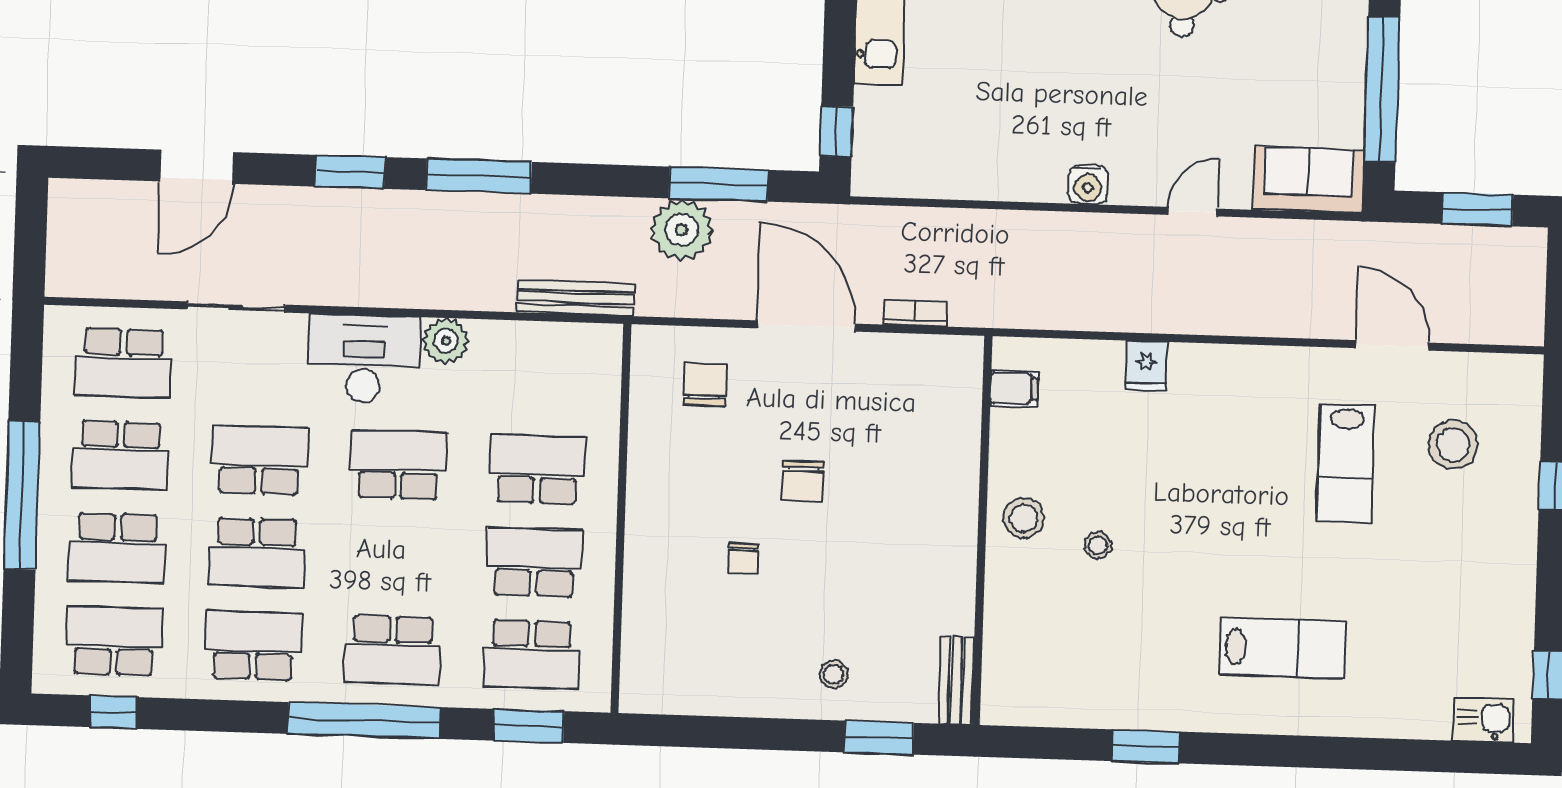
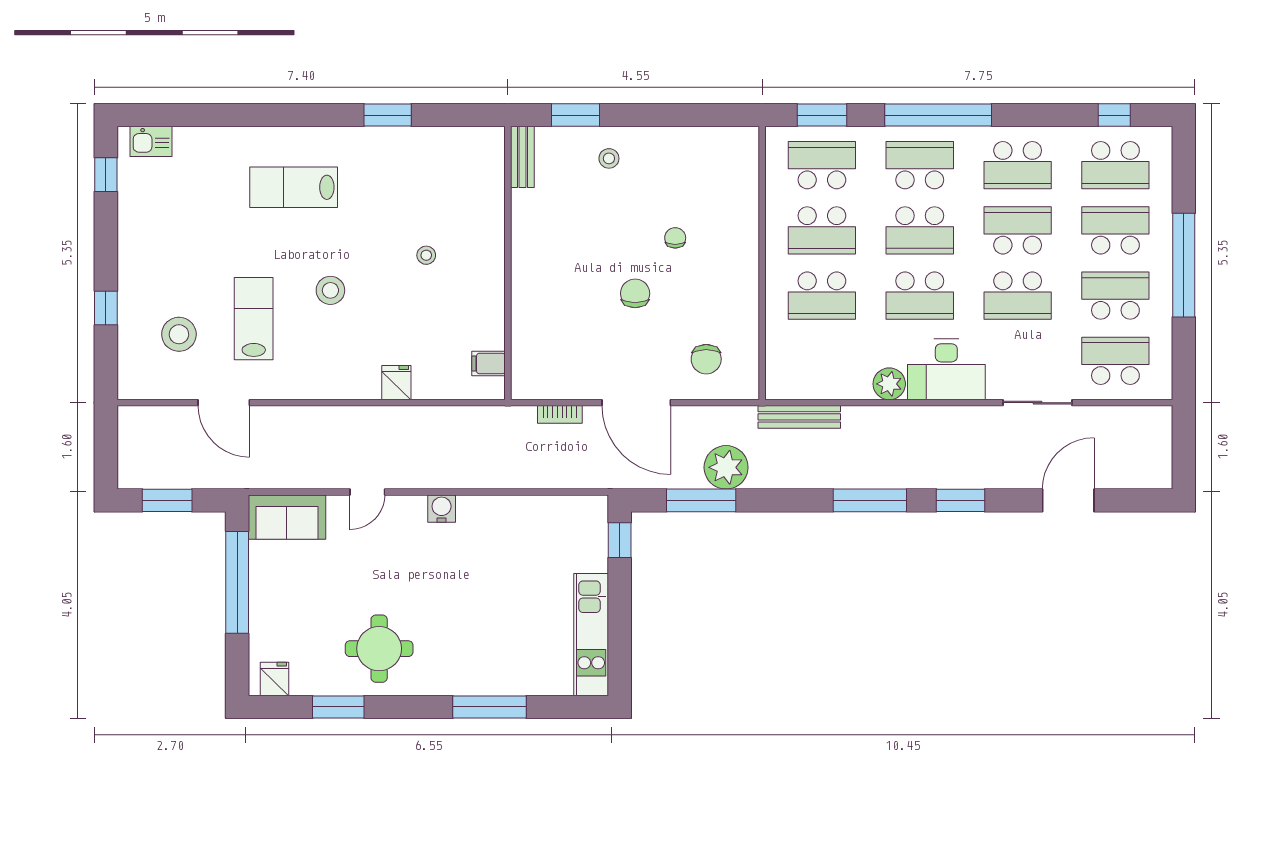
stool: (1024, 518) -> (330, 290), moved
school desk: (395, 557) -> (920, 230), added

